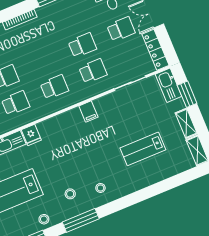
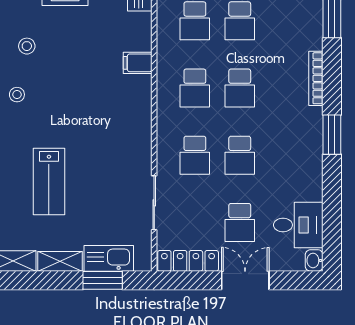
school desk: (44, 61) -> (240, 88), added
kitchen sink: (168, 85) -> (109, 258), moved
filing cabinet: (88, 111) -> (138, 63), moved
fridge: (31, 135) -> (138, 25), removed
lab bench: (143, 149) -> (49, 181), turned 180

